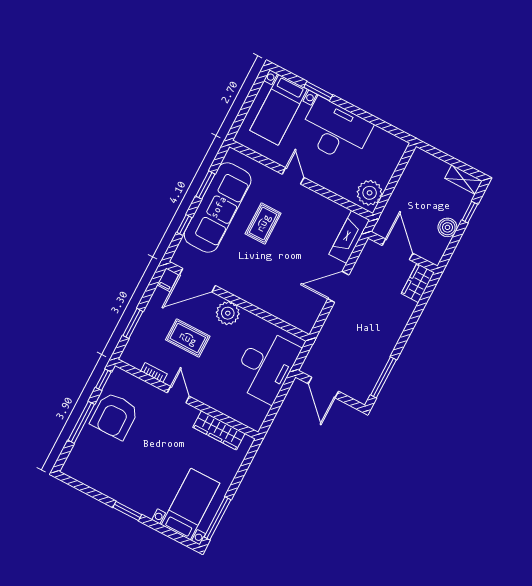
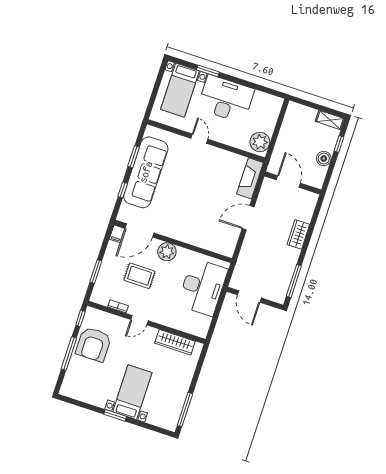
rug: (263, 223) -> (183, 179), removed
wardrobe: (418, 283) -> (298, 234), moved
door: (178, 395) -> (139, 320), swing flipped
bed with nightstands: (191, 504) -> (132, 392), moved

